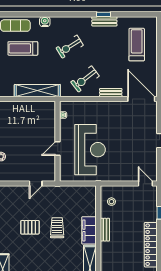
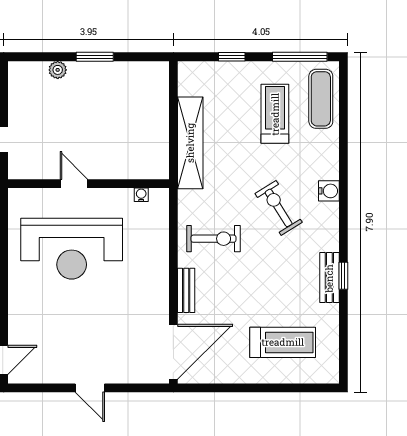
water cooler: (45, 22) -> (329, 191), moved
exercise bike: (85, 79) -> (213, 239), turned 128

